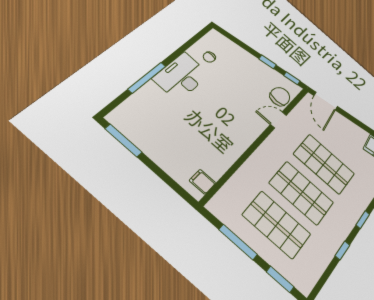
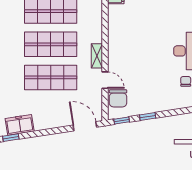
door: (278, 120) -> (105, 80), hinge flipped
shelving: (268, 146) -> (97, 56), added

